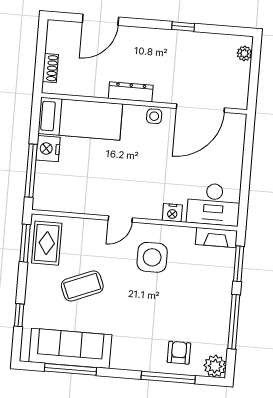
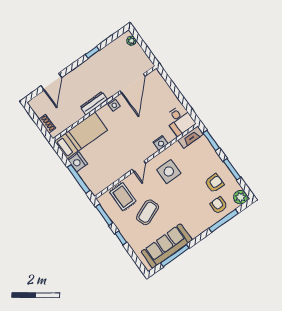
desk: (214, 204) -> (180, 120), width x0.73
rug: (47, 243) -> (123, 197), moved
window: (19, 315) -> (121, 238), moved
armchair: (197, 320) -> (214, 183), added
window: (234, 322) -> (232, 169), width x0.69

